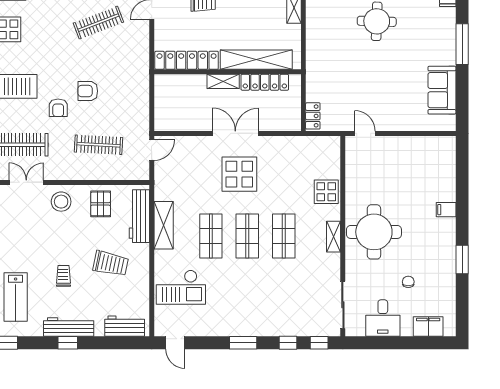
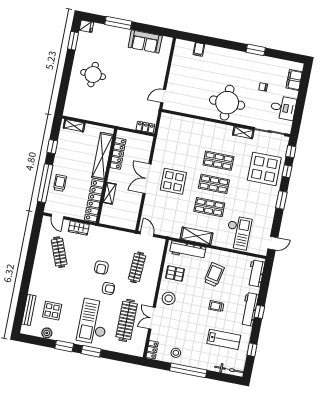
wardrobe: (141, 45) -> (79, 228), added
shelving: (223, 81) -> (110, 193), moved
display table: (326, 192) -> (264, 169), moved, width x1.86, depth x1.86
filing cabinet: (446, 210) -> (199, 49), moved
shelving: (334, 237) -> (243, 133), moved

